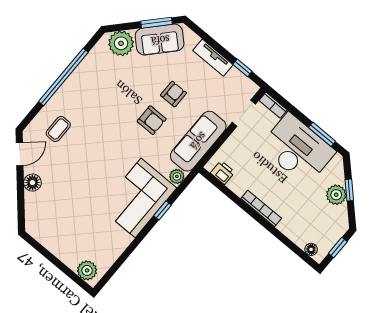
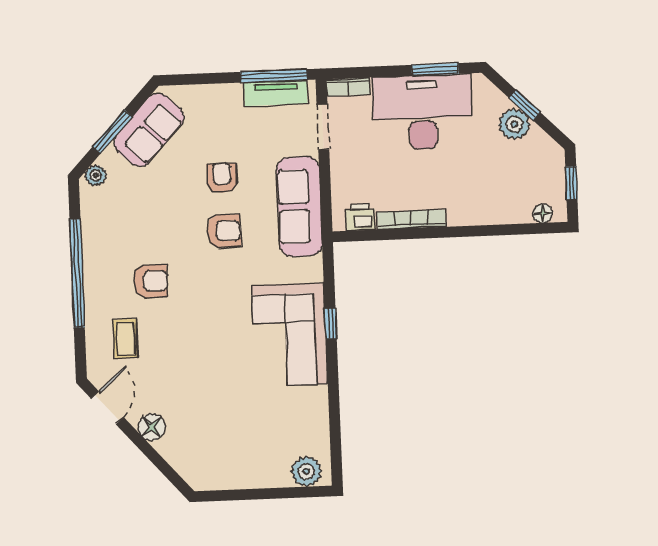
window: (156, 23) -> (112, 132), moved
plant: (121, 43) -> (96, 175), width x0.53, depth x0.53
tv unit: (213, 58) -> (276, 93), moved
window: (242, 68) -> (274, 76), width x2.17
armchair: (95, 112) -> (151, 281), added
plant: (177, 176) -> (312, 269), removed
bookcase: (261, 208) -> (411, 219), moved

